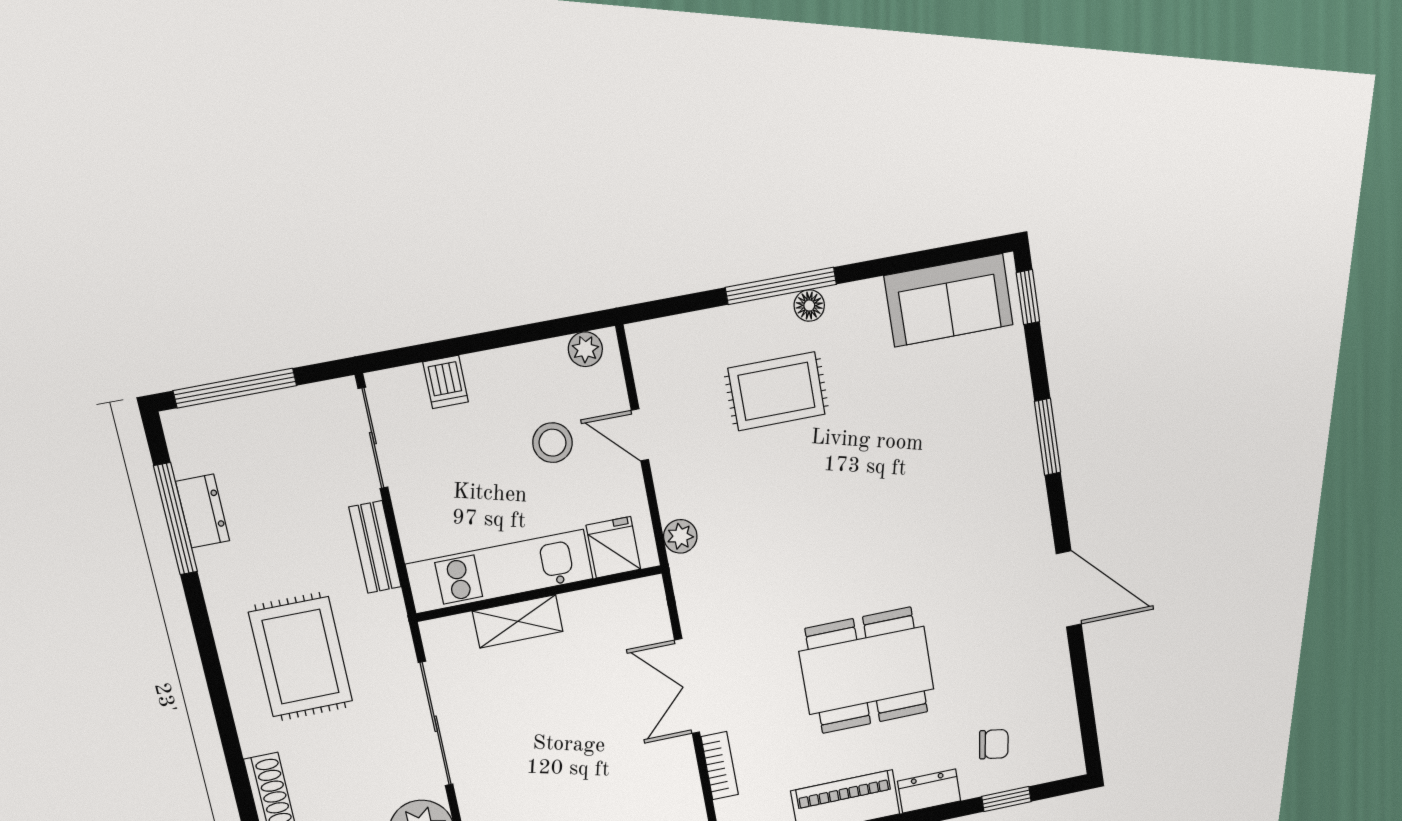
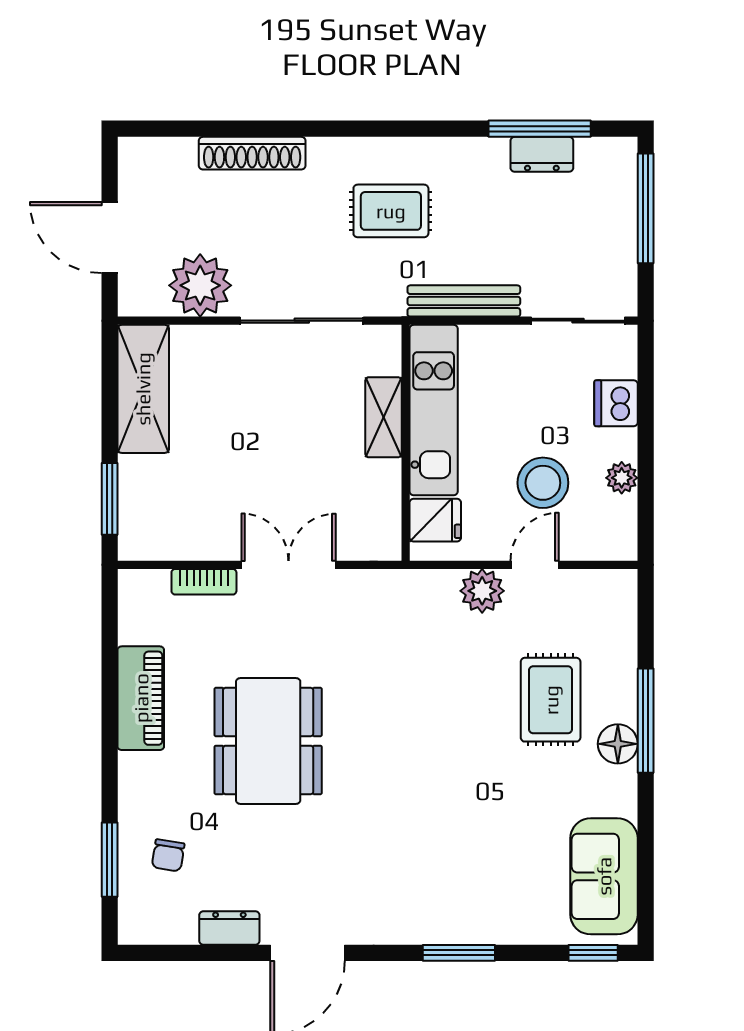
floor lamp: (809, 306) -> (618, 744), width x1.37, depth x1.37
plant: (585, 349) -> (622, 478), moved
dishwasher: (446, 382) -> (616, 403), width x1.38
stool: (552, 443) -> (543, 483), width x1.38, depth x1.38
plant: (680, 536) -> (482, 591), moved, width x1.38, depth x1.38
bench: (375, 547) -> (464, 301), width x1.36
rug: (301, 657) -> (391, 211), width x0.73, depth x0.70
dresser: (929, 791) -> (229, 928), moved, turned -90
window: (1006, 799) -> (110, 860), width x1.50

